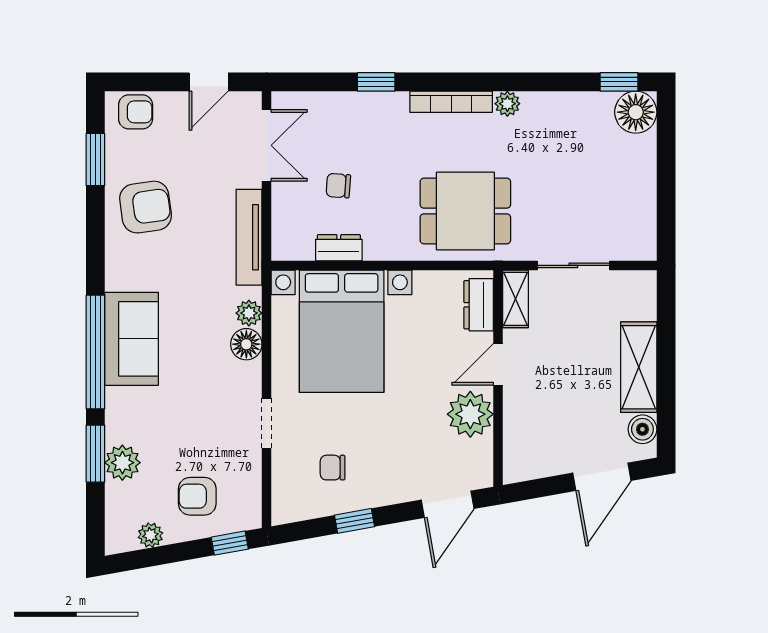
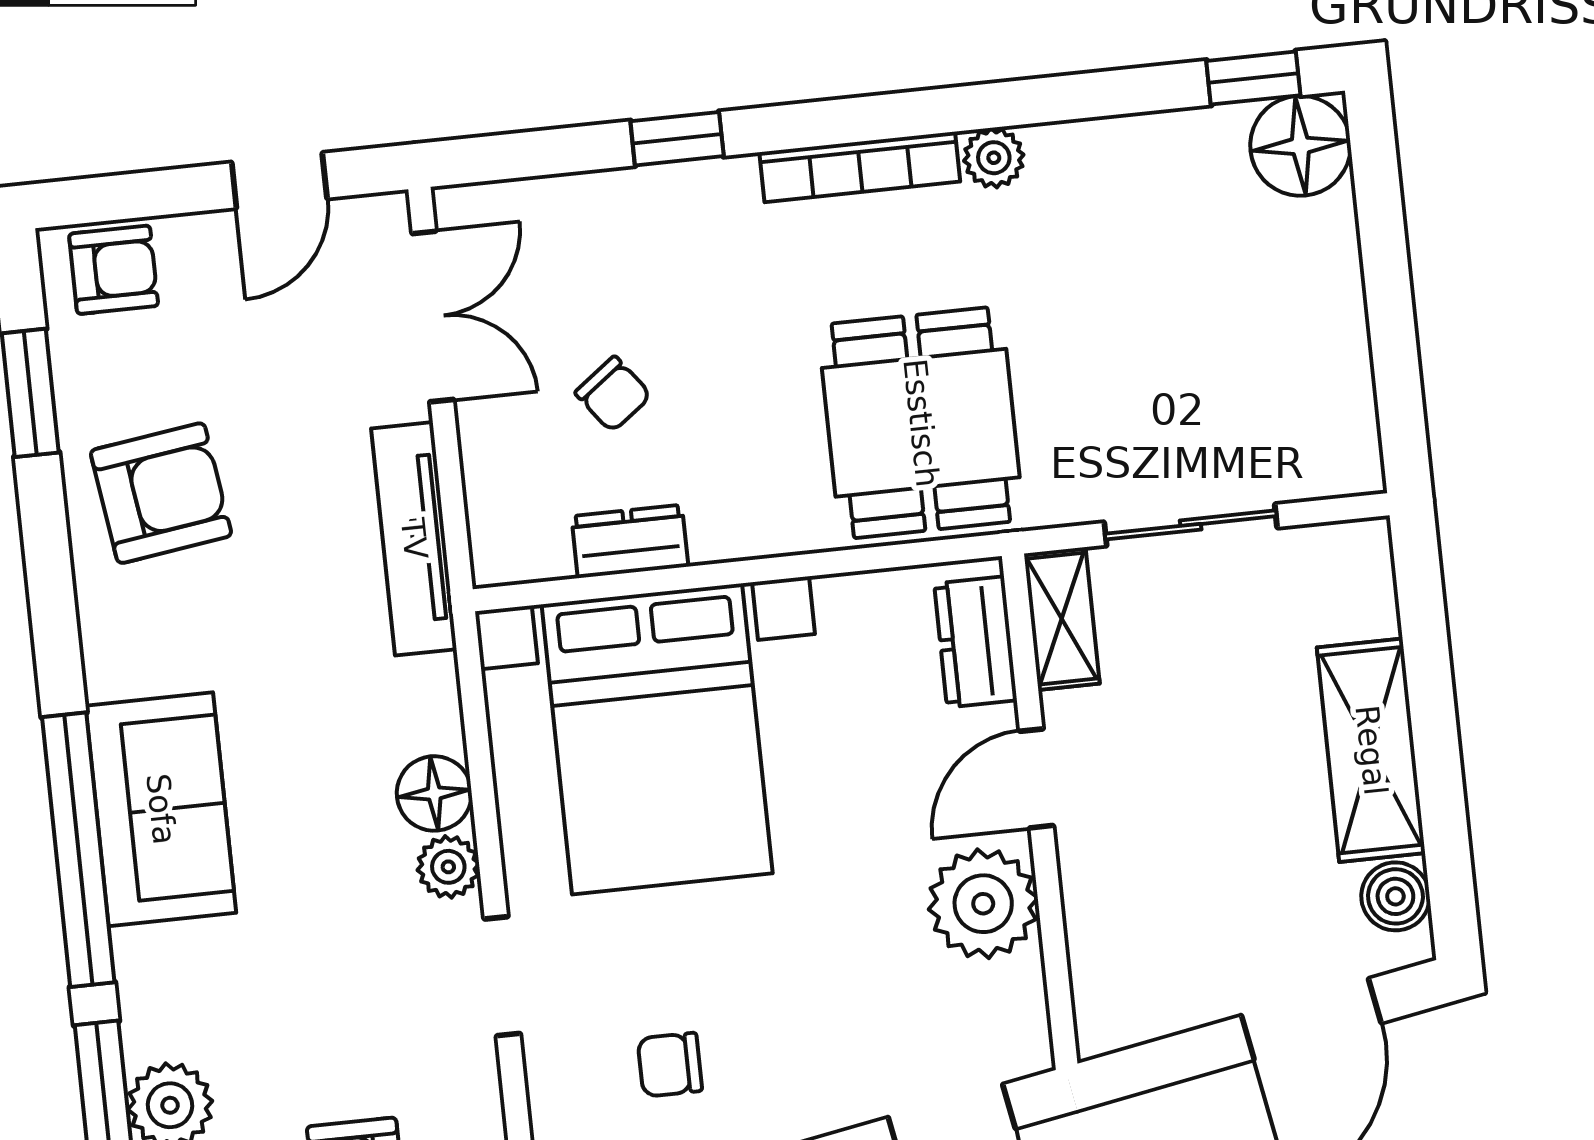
chair: (338, 186) -> (613, 394), turned -131
dining table: (465, 211) -> (921, 423), turned 90
plant: (249, 313) -> (448, 867), moved

